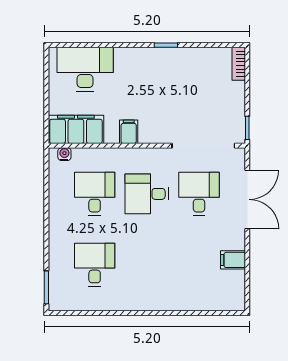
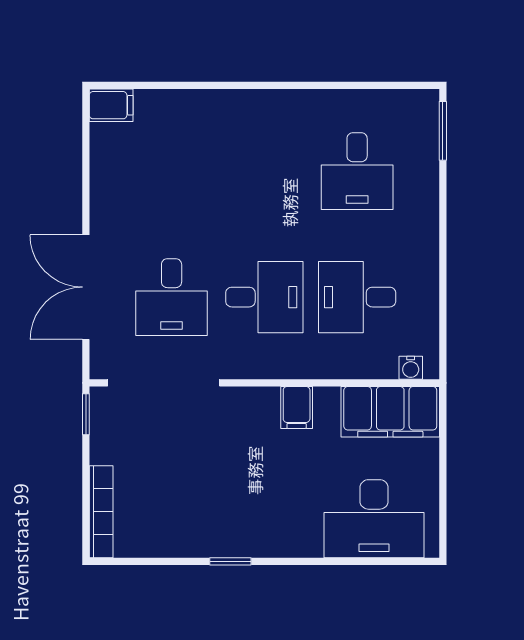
bookcase: (239, 64) -> (101, 512), width x1.56
desk: (95, 194) -> (357, 297), turned 90
filing cabinet: (233, 260) -> (111, 105), moved

